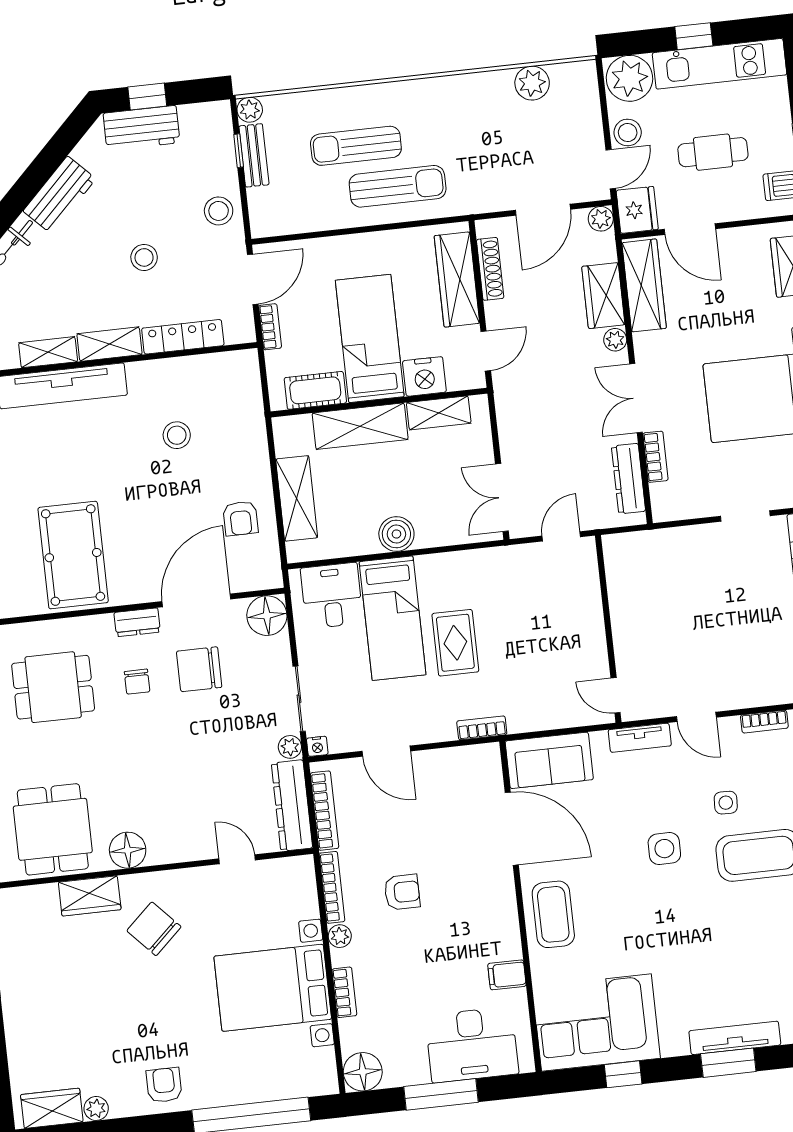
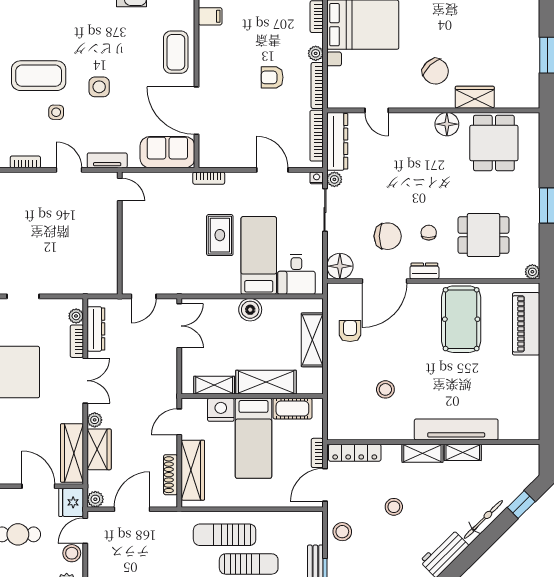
locker: (183, 337) -> (355, 453), moved
plant: (661, 495) -> (76, 316), added

